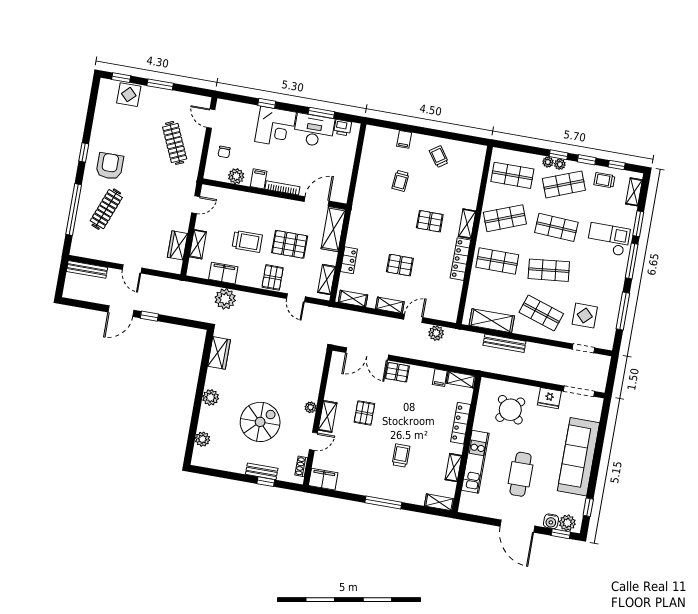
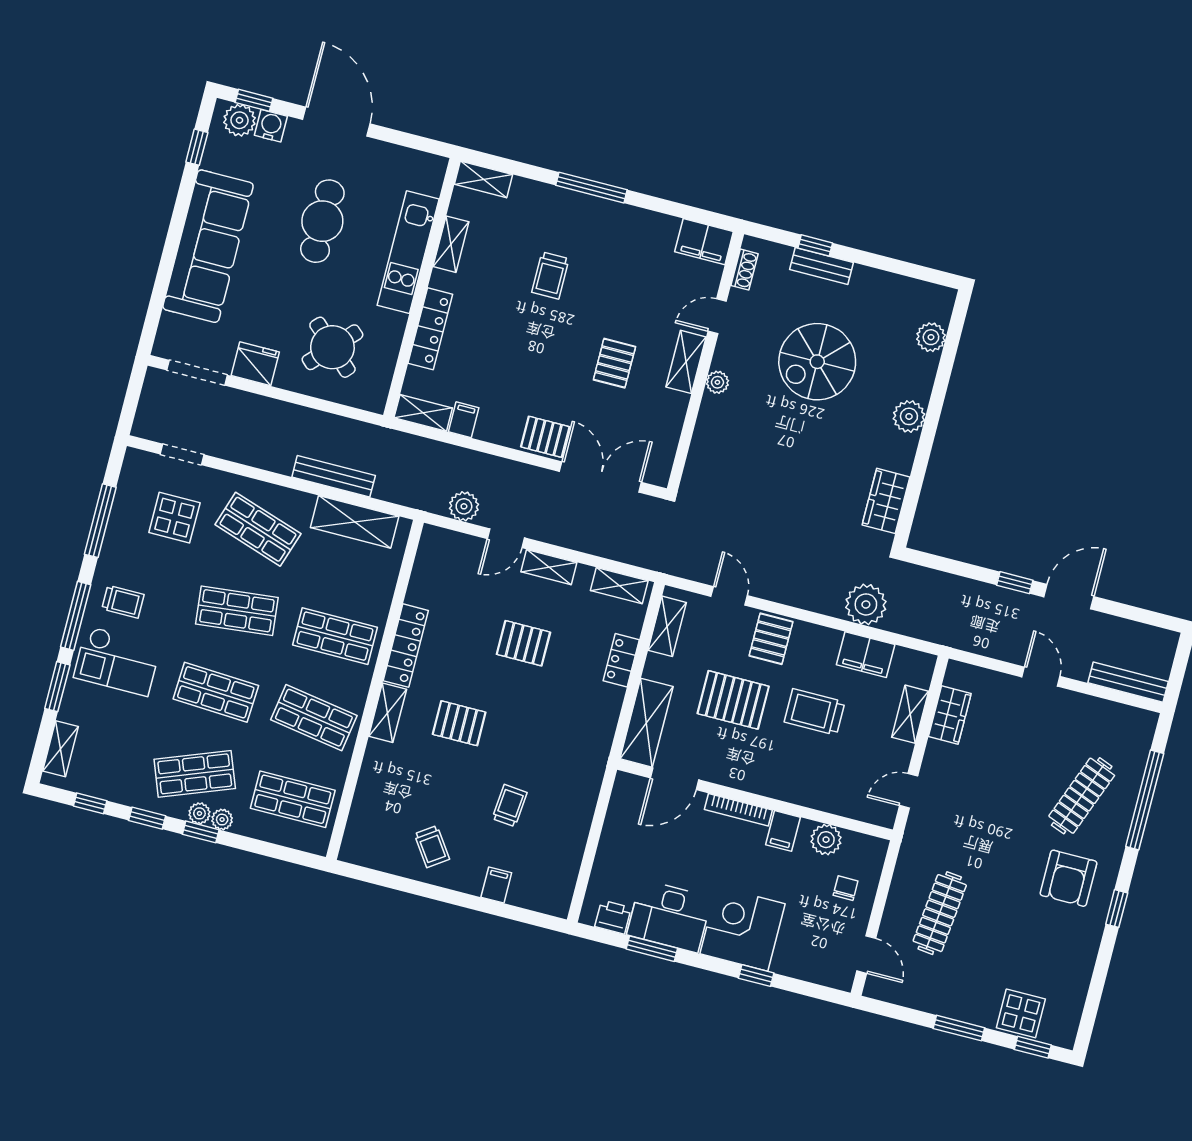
clothes rail: (175, 143) -> (940, 913), turned 30
trolley: (604, 180) -> (123, 602), moved
shop shelf: (505, 218) -> (314, 718), turned 30

